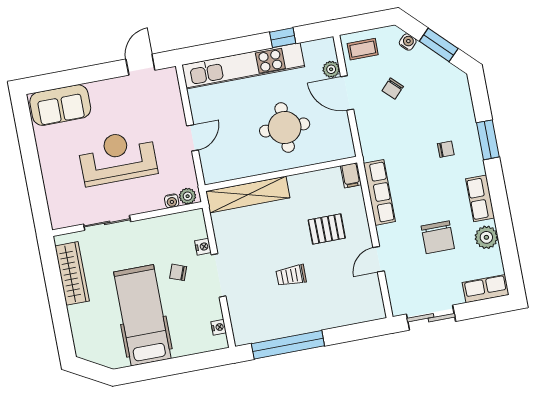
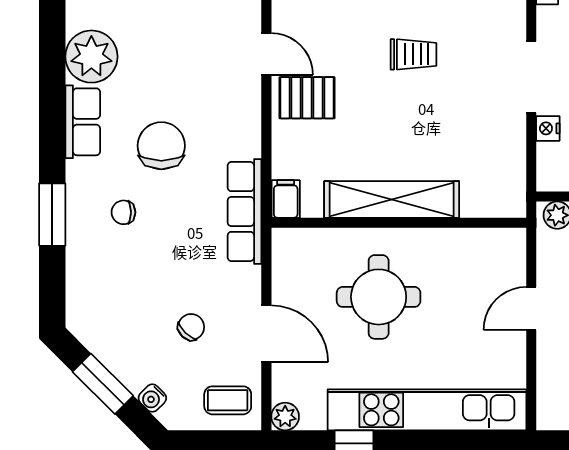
plant: (331, 69) -> (285, 417), moved
row of seats: (379, 192) -> (245, 212), moved
shelving: (248, 195) -> (392, 199), moved
pallet: (327, 229) -> (307, 98), moved
chair: (438, 237) -> (161, 146), moved
plant: (486, 237) -> (91, 57), width x1.36, depth x1.36
door: (379, 259) -> (266, 54), hinge flipped

